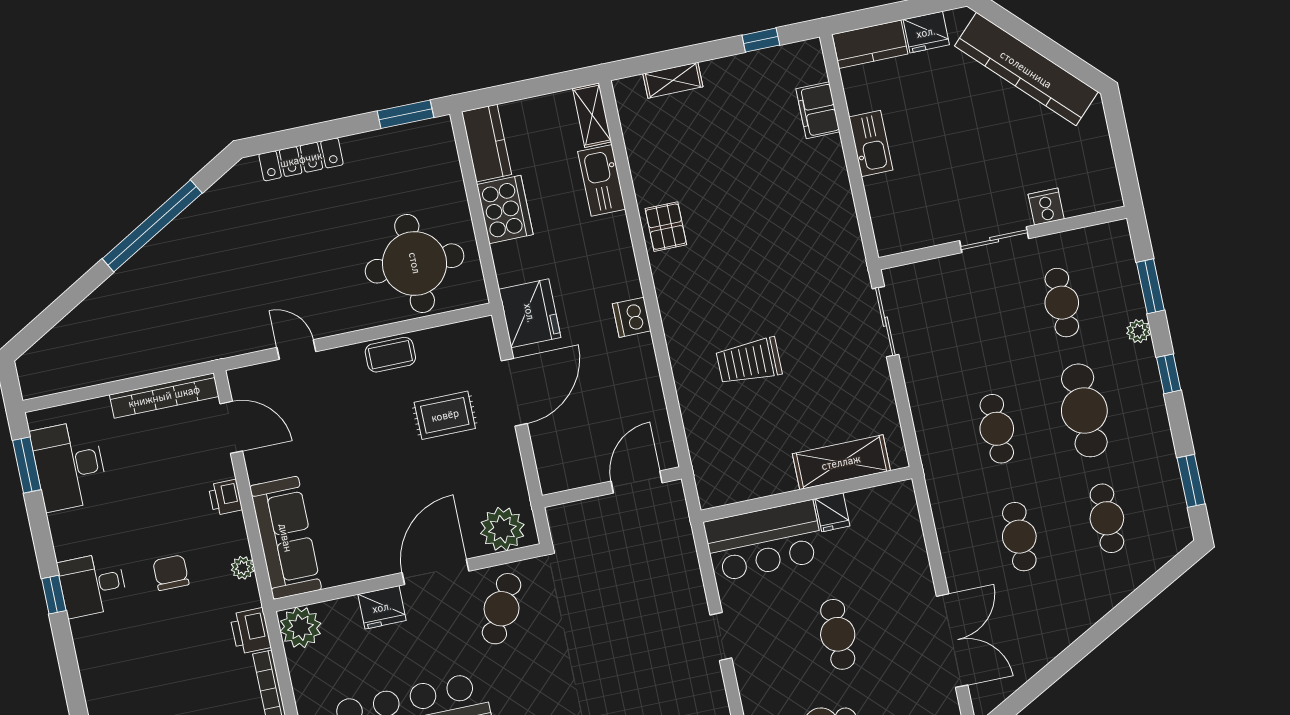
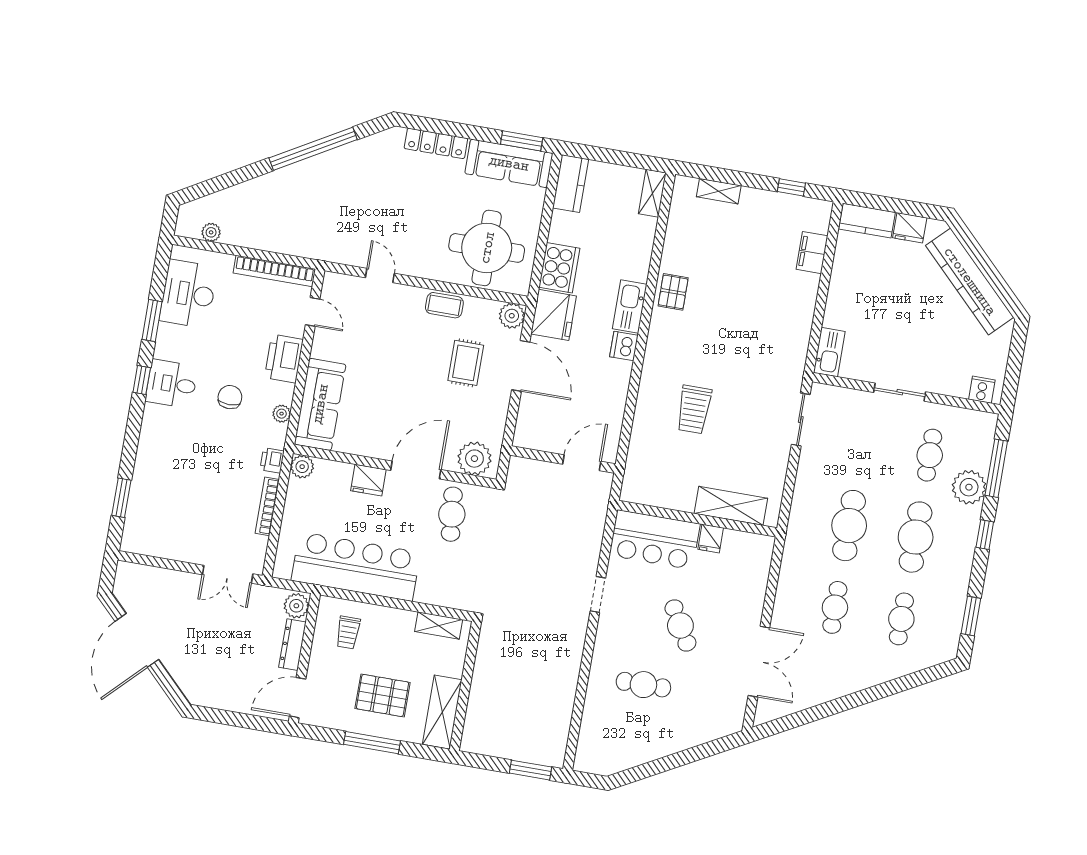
kitchen sink: (871, 143) -> (829, 352), moved
sofa: (401, 148) -> (509, 163), added
kitchen sink: (602, 180) -> (630, 307), moved
cooker: (1046, 207) -> (982, 390), moved
cooker: (505, 210) -> (559, 268), moved
window: (1150, 286) -> (996, 468), width x1.44
plant: (1138, 331) -> (969, 487), width x1.88, depth x1.88
plant: (479, 335) -> (512, 316), added
trolley: (749, 361) -> (694, 409), turned -90
plant: (67, 379) -> (211, 232), added
door: (514, 392) -> (521, 366), hinge flipped
rug: (445, 415) -> (466, 363), turned 90
door: (231, 427) -> (313, 312), width x0.73
cafe table: (997, 429) -> (849, 526), width x1.37, depth x1.35
window: (27, 465) -> (152, 321), moved
printer: (225, 497) -> (284, 359), width x1.87, depth x1.48
cafe table: (502, 609) -> (452, 514), turned -34
plant: (300, 627) -> (302, 467), width x0.73, depth x0.73
printer: (250, 631) -> (272, 460), width x0.73, depth x0.81
cafe table: (838, 634) -> (680, 626), turned -30

